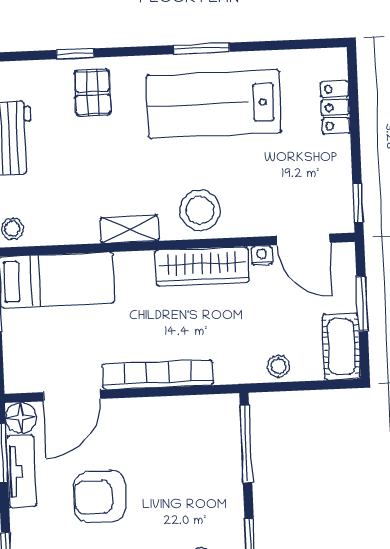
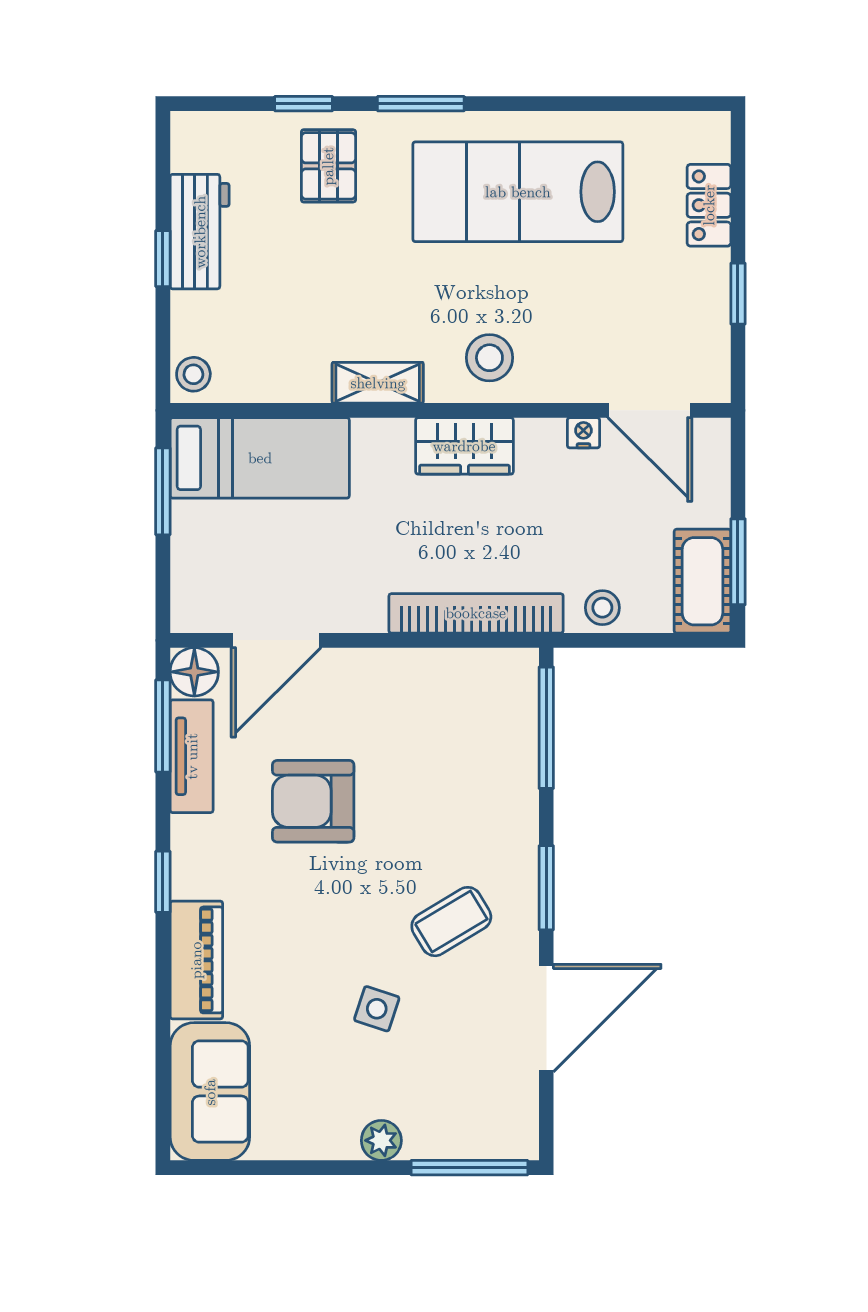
window: (202, 48) -> (421, 104), moved
window: (358, 203) -> (738, 294), moved
stool: (200, 210) -> (489, 358), width x0.73, depth x0.73
wardrobe: (202, 266) -> (464, 446), width x0.67
window: (362, 304) -> (738, 562), moved
bookcase: (158, 375) -> (476, 613), moved

